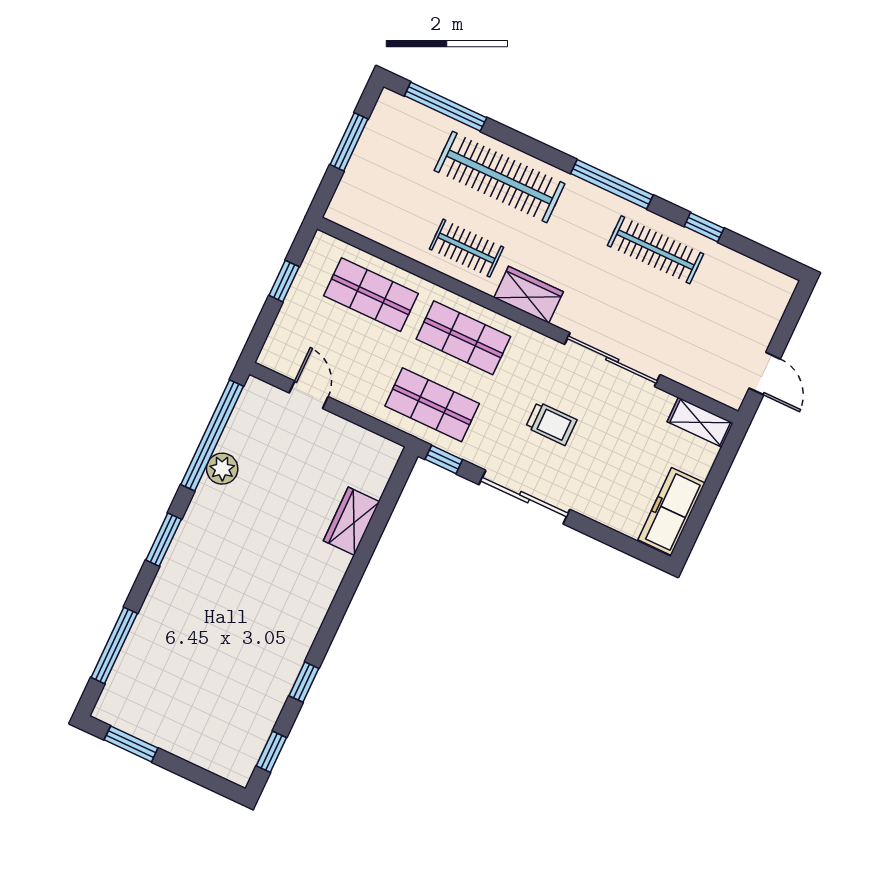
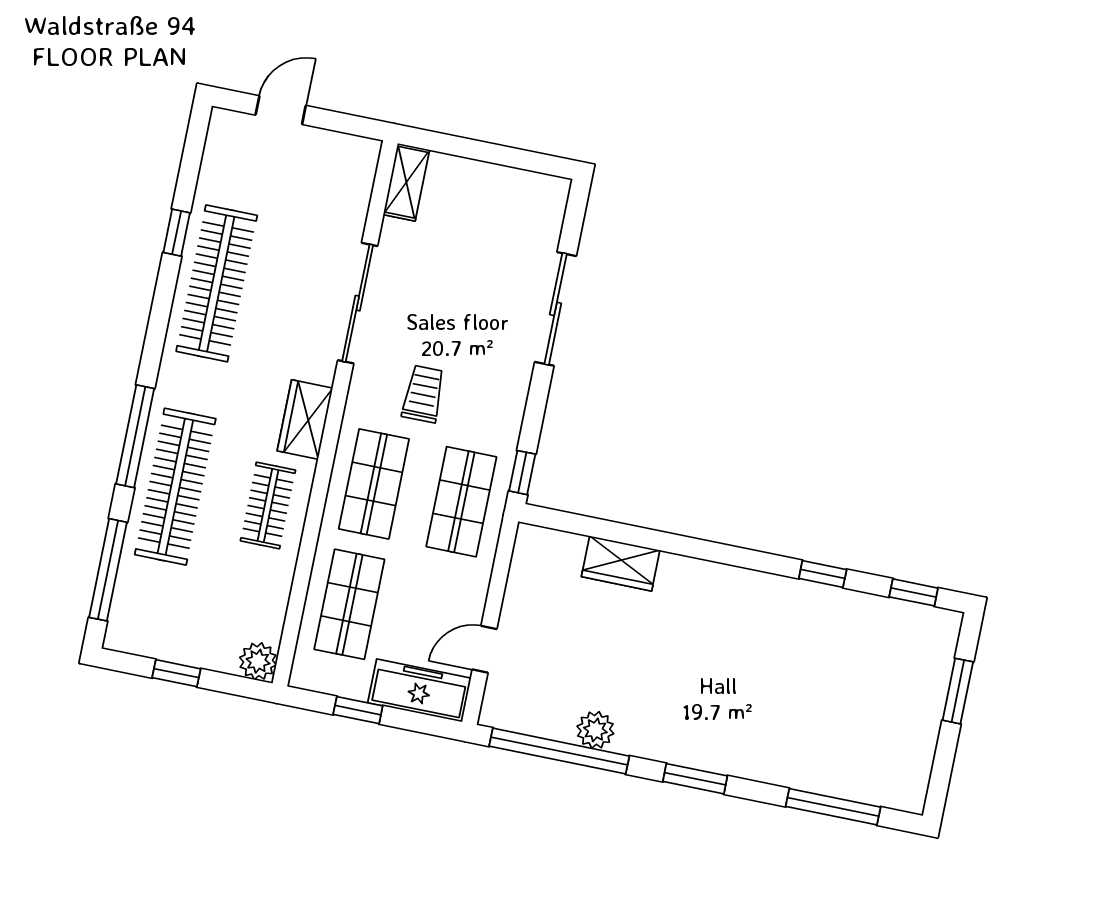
window: (349, 142) -> (176, 673), width x0.67
window: (612, 184) -> (135, 436), moved
plant: (343, 210) -> (258, 661), added
clothes rail: (655, 250) -> (217, 283), width x1.37, depth x1.31
door: (765, 374) -> (281, 110), moved
trolley: (551, 424) -> (423, 394), moved
sliding door: (524, 497) -> (556, 309), moved
freezer: (672, 511) -> (419, 690), moved, turned 180
window: (131, 744) -> (958, 691), moved

